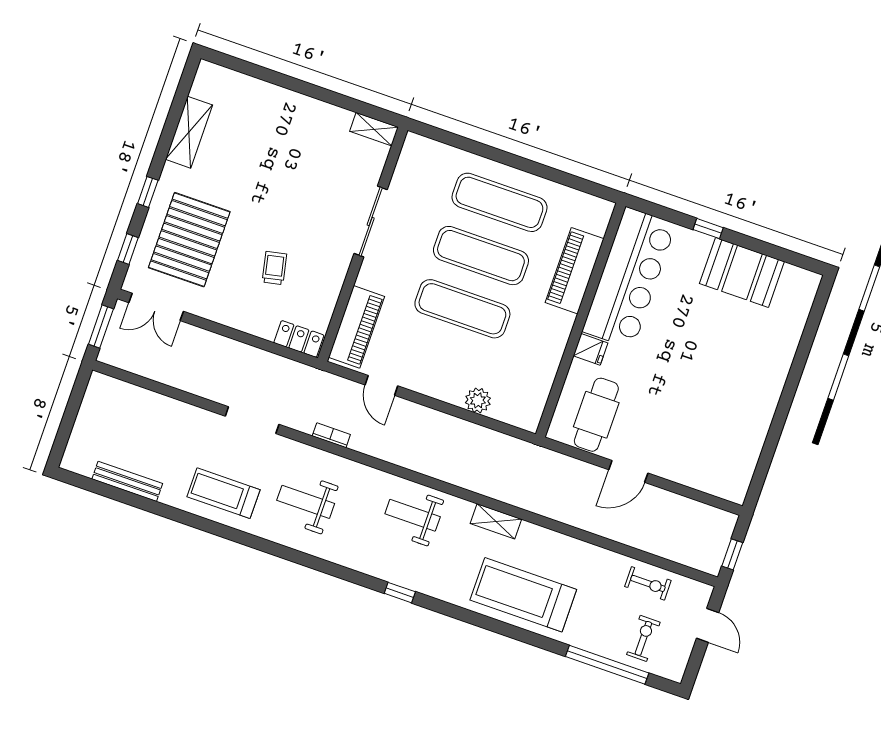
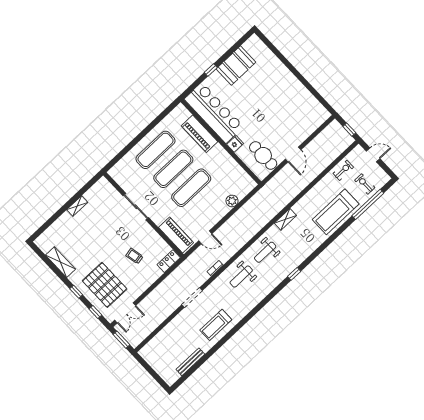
shelving: (374, 129) -> (77, 206), moved
weight bench: (306, 502) -> (241, 277), moved
treadmill: (523, 595) -> (336, 212), moved

